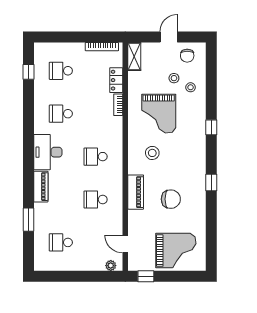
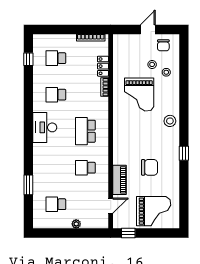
shelving: (134, 57) -> (118, 46), removed
window: (211, 127) -> (184, 106), removed
stool: (152, 153) -> (170, 121), moved
school desk: (96, 157) -> (85, 131), width x1.85
piano: (41, 187) -> (39, 157), removed
piano: (136, 192) -> (120, 180), moved
door: (125, 244) -> (111, 206), swing flipped
plant: (111, 266) -> (76, 224), moved

